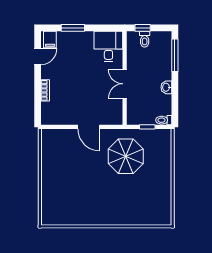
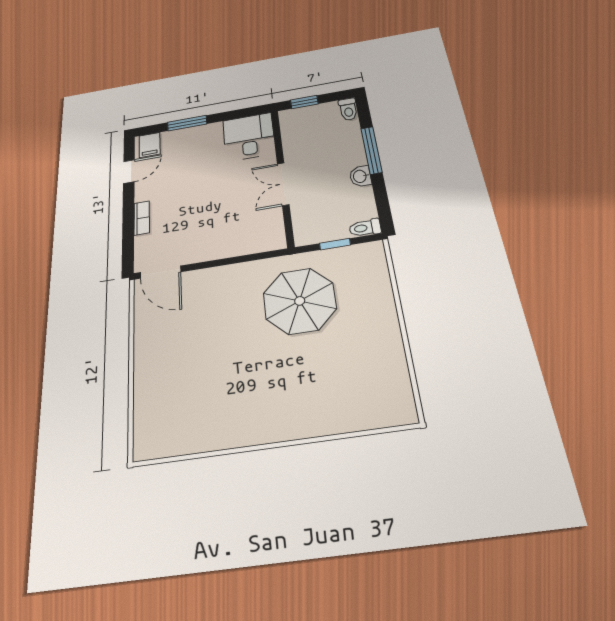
toilet: (145, 39) -> (348, 109), moved
window: (175, 55) -> (371, 150), moved
door: (89, 127) -> (160, 272), moved

